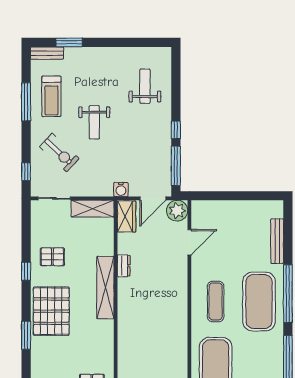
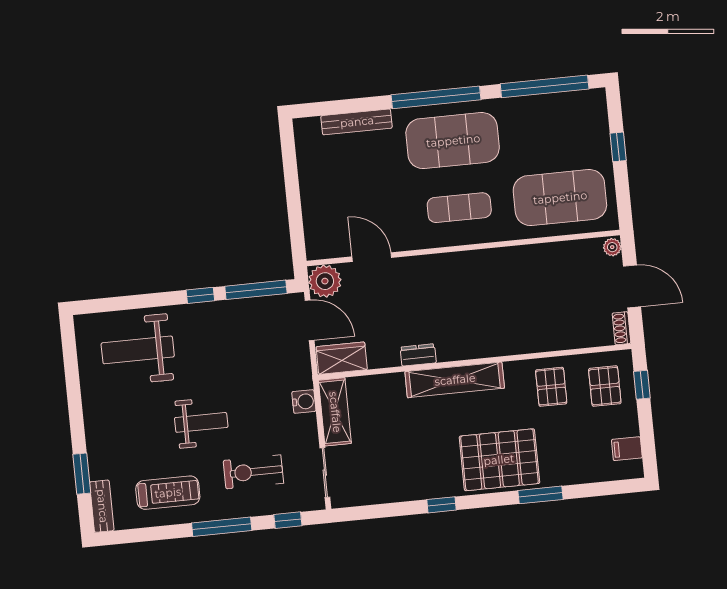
weight bench: (145, 86) -> (138, 350), width x1.36, depth x1.33
window: (26, 102) -> (222, 527), moved
exercise bike: (59, 153) -> (253, 472), turned -133
water cooler: (121, 189) -> (304, 402), moved
pallet: (52, 257) -> (551, 387), moved

